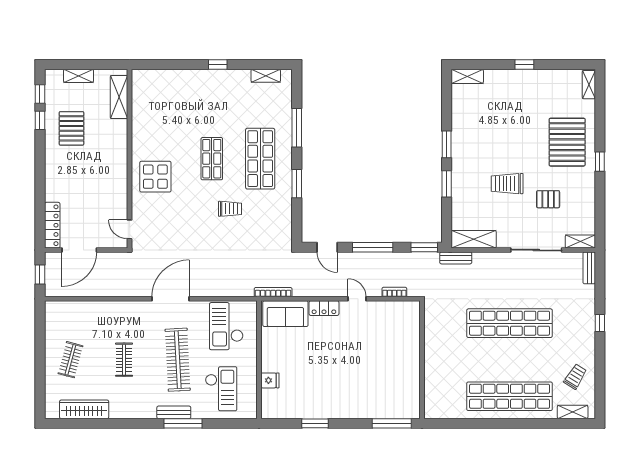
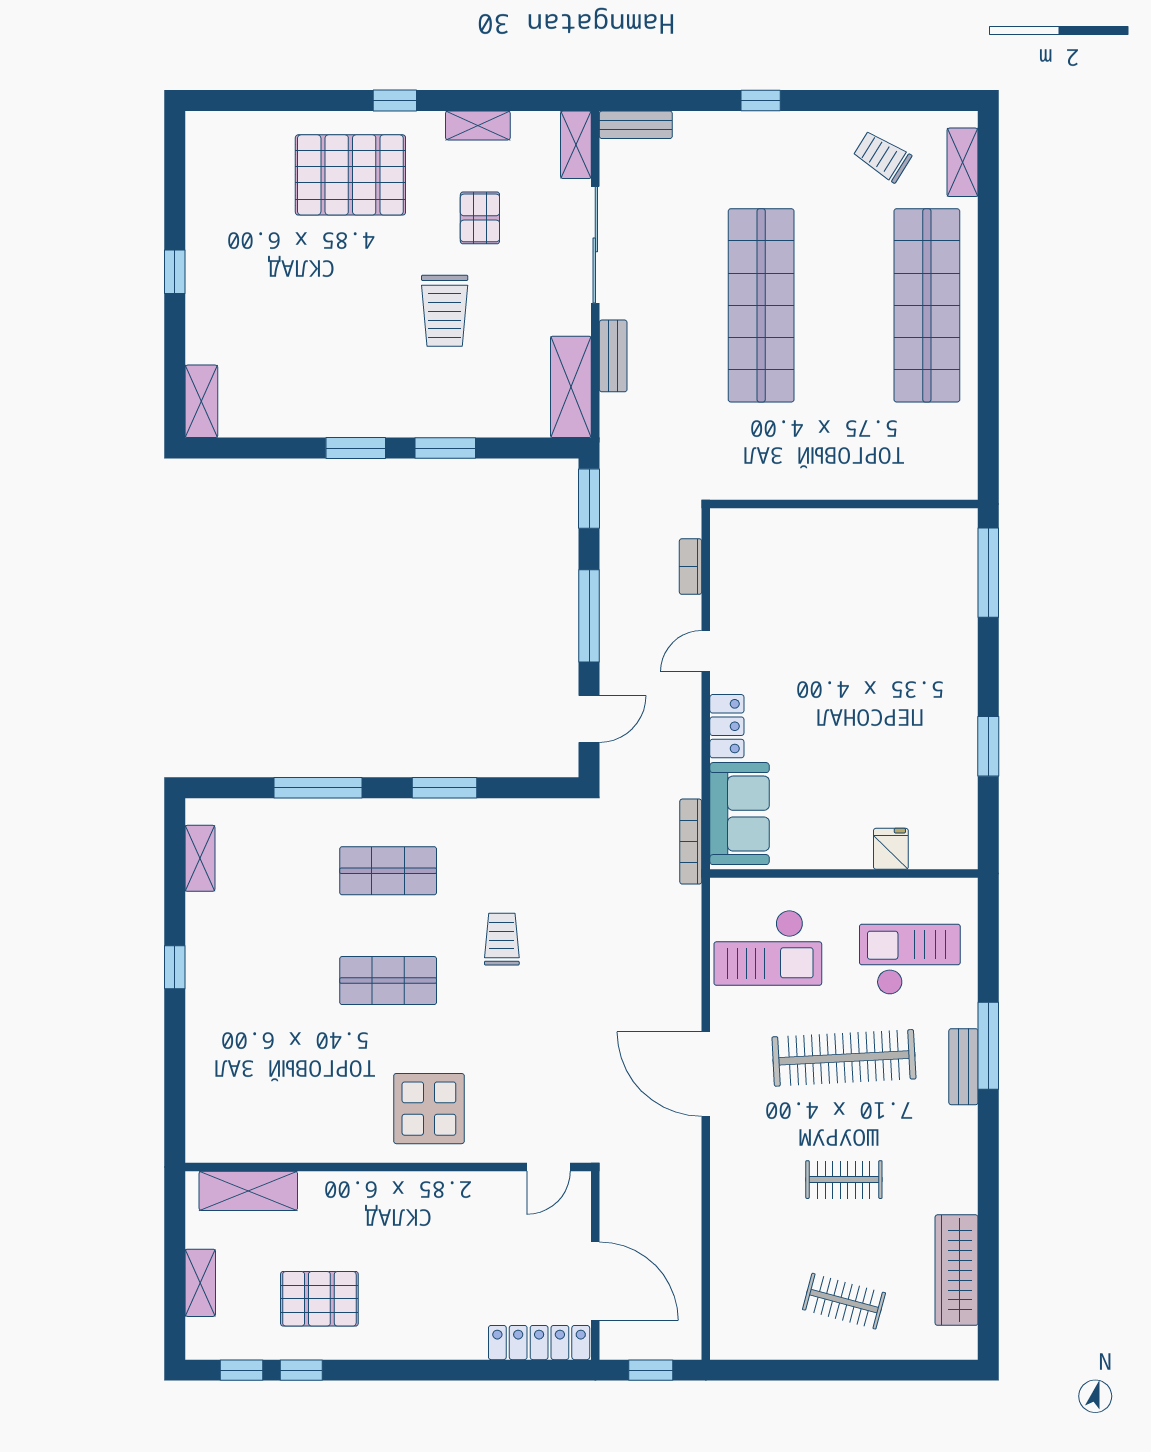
shelving: (589, 85) -> (478, 125), moved
shop shelf: (260, 159) -> (388, 871), width x0.70, depth x0.74
bench: (456, 258) -> (613, 356), moved

